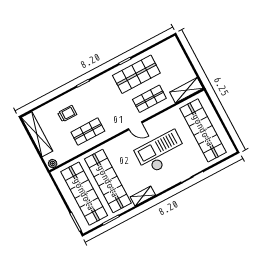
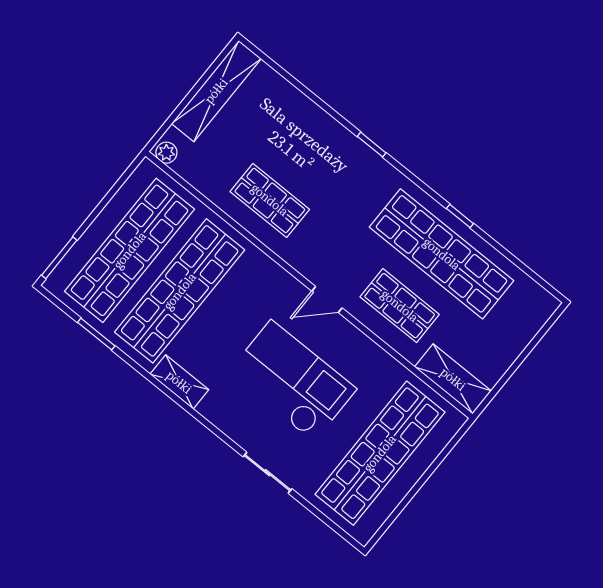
shop shelf: (136, 74) -> (442, 254), width x1.40
trolley: (67, 114) -> (290, 138), removed
door: (135, 126) -> (327, 300), hinge flipped

